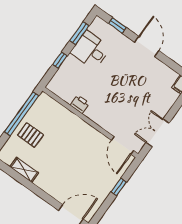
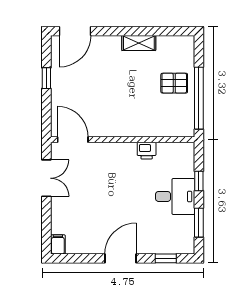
door: (147, 46) -> (121, 258), swing flipped
desk: (91, 50) -> (175, 196), moved
shelving: (24, 170) -> (139, 43), moved
window: (119, 187) -> (46, 78), moved

